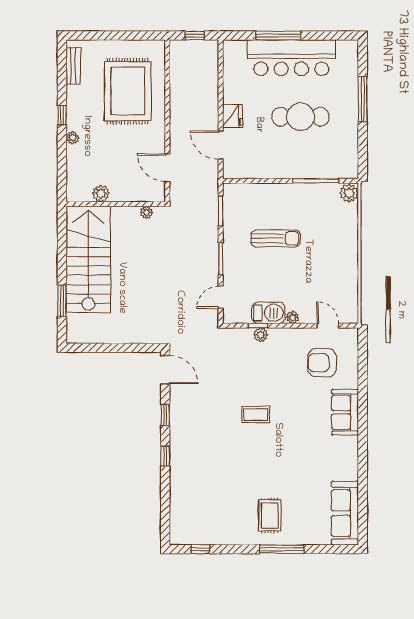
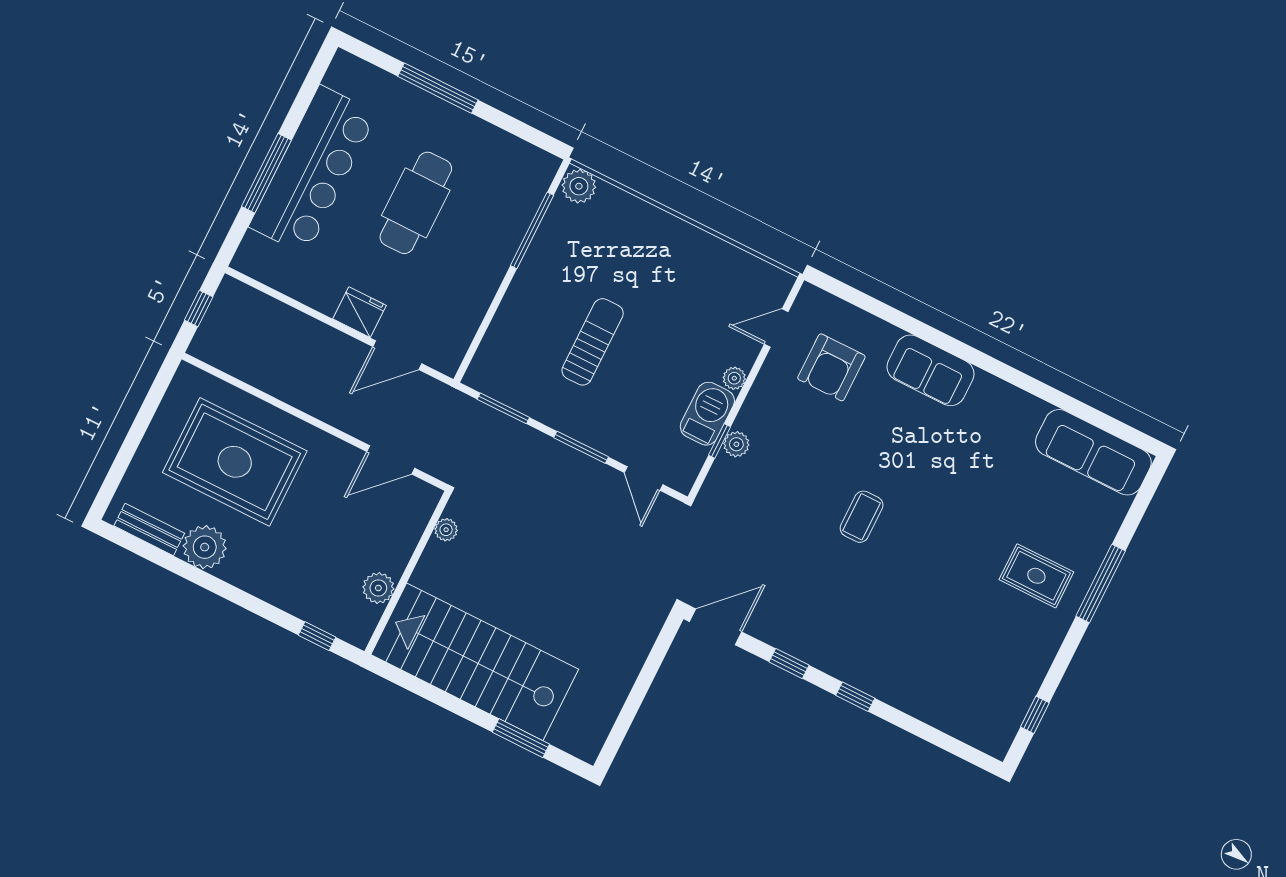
window: (62, 115) -> (317, 636), moved
plant: (73, 138) -> (205, 547), moved, width x1.88, depth x1.88

